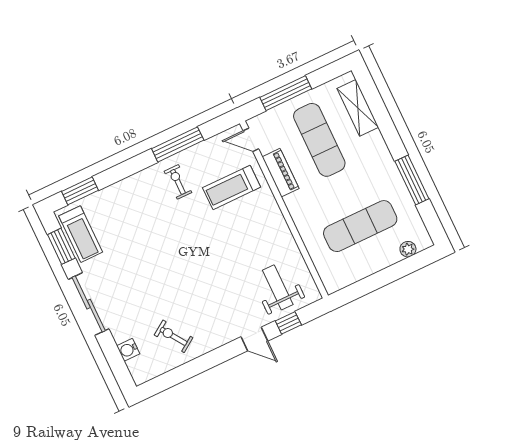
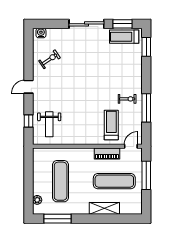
shelving: (358, 108) -> (104, 208), moved
window: (412, 180) -> (57, 219), moved
weight bench: (278, 287) -> (49, 124), turned 90
door: (254, 339) -> (29, 87), moved
water cooler: (128, 350) -> (41, 33), moved

